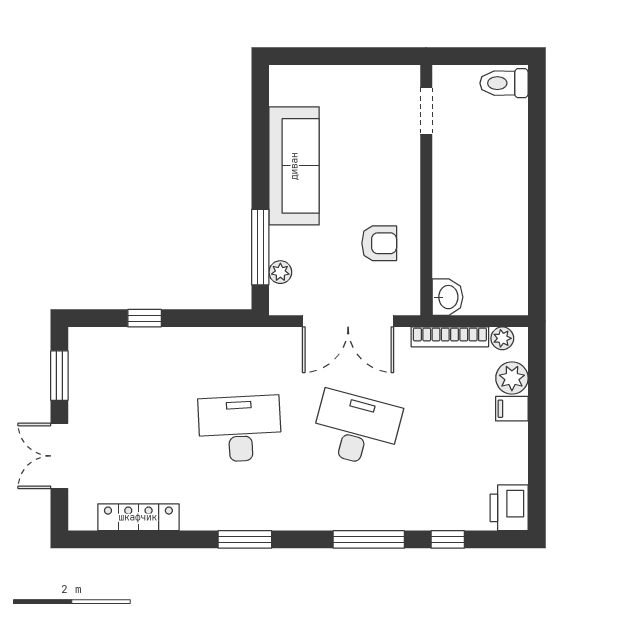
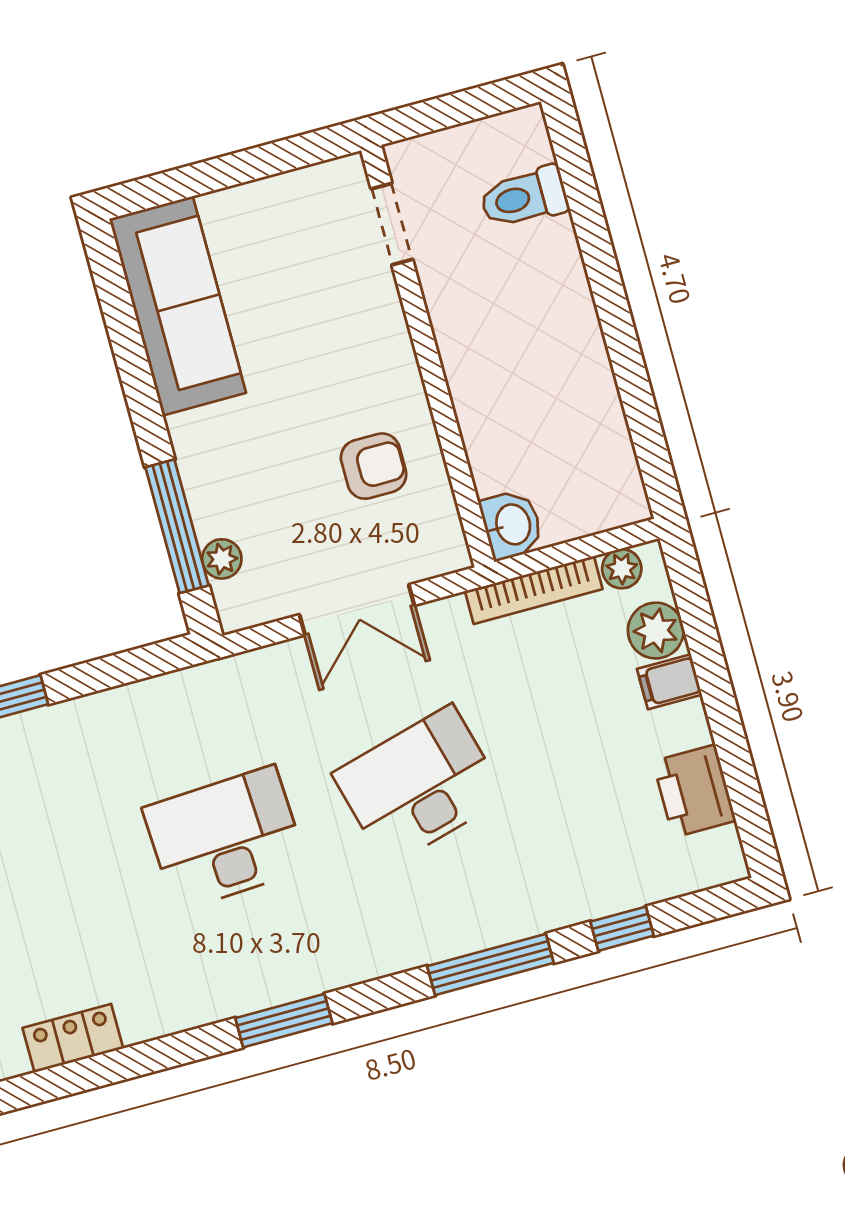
toilet: (504, 83) -> (524, 197), moved
sofa: (294, 166) -> (178, 306), moved
double door: (348, 321) -> (357, 610), width x0.73
desk: (356, 429) -> (419, 786), turned -30
printer: (509, 508) -> (694, 791), moved
locker: (138, 517) -> (73, 1038), width x0.66

